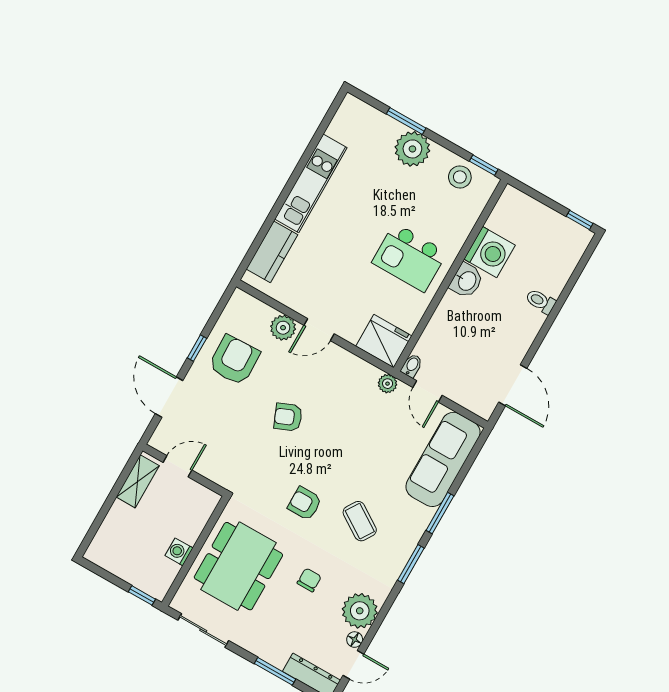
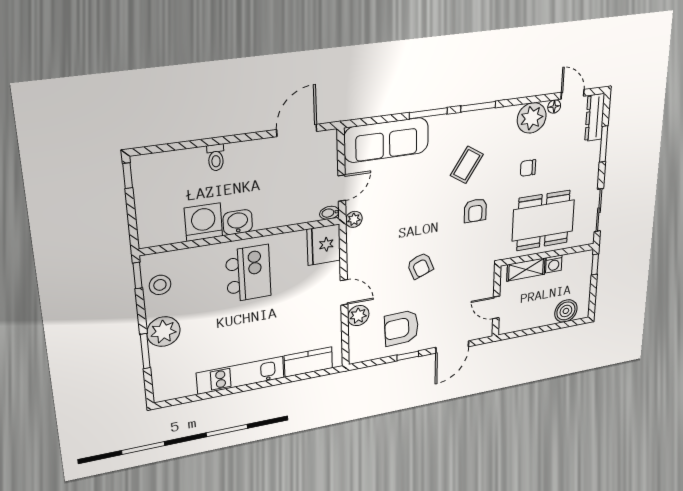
shelving: (138, 481) -> (526, 269), moved
boiler: (111, 537) -> (566, 311), added

